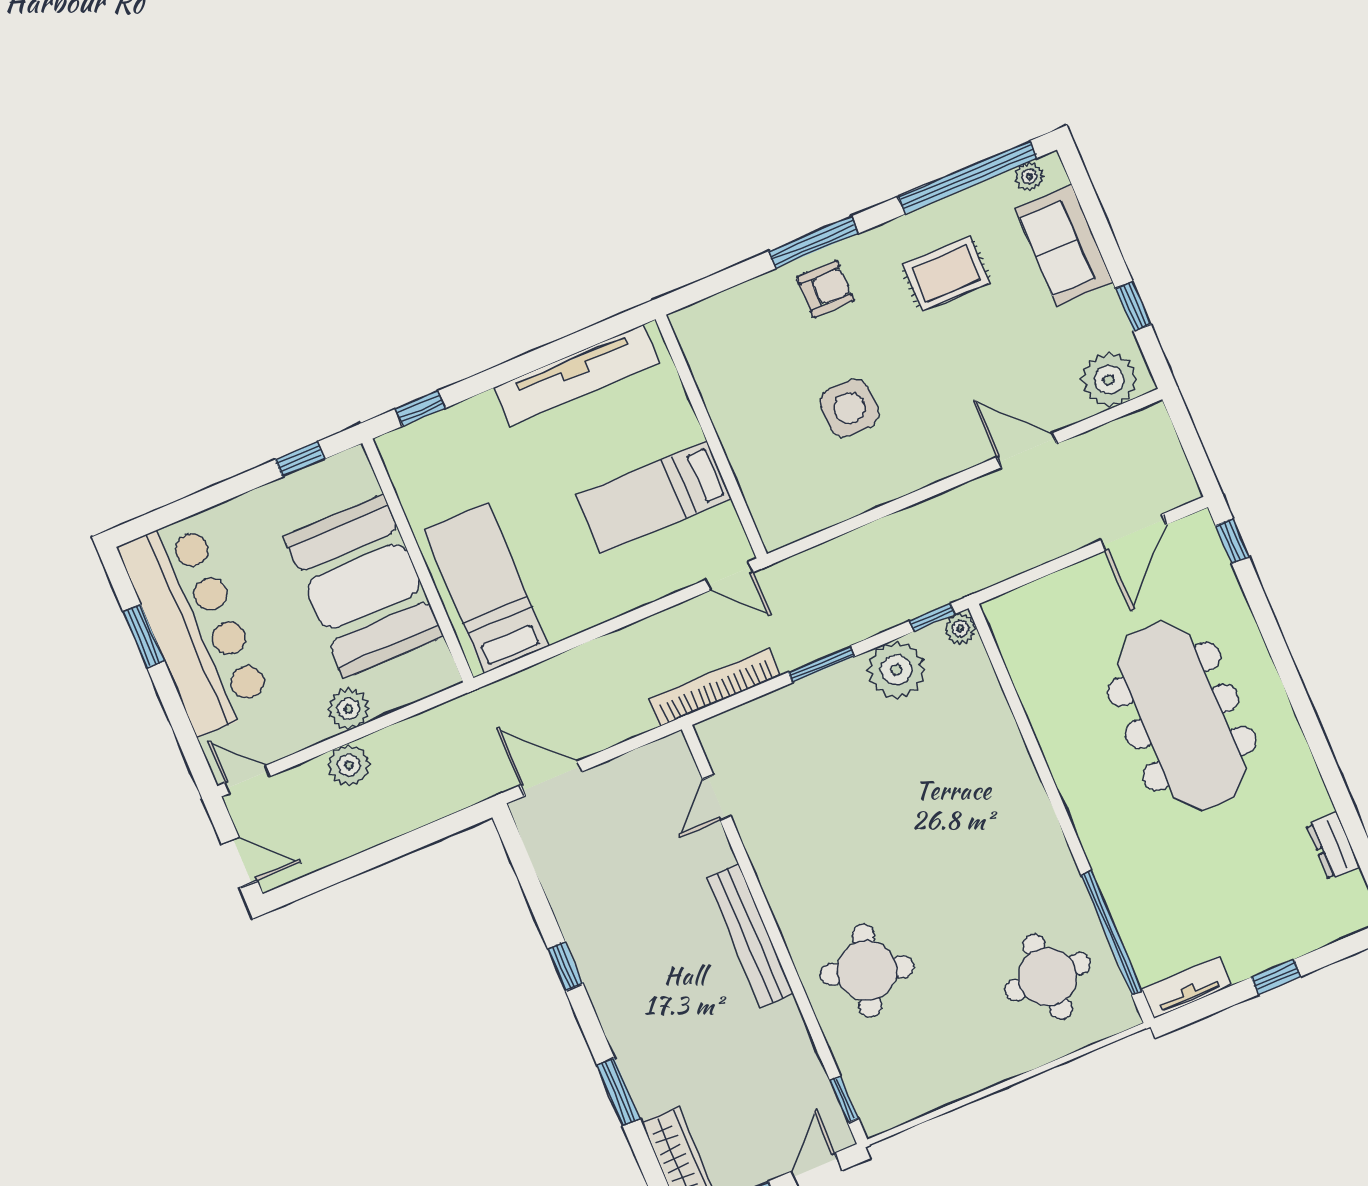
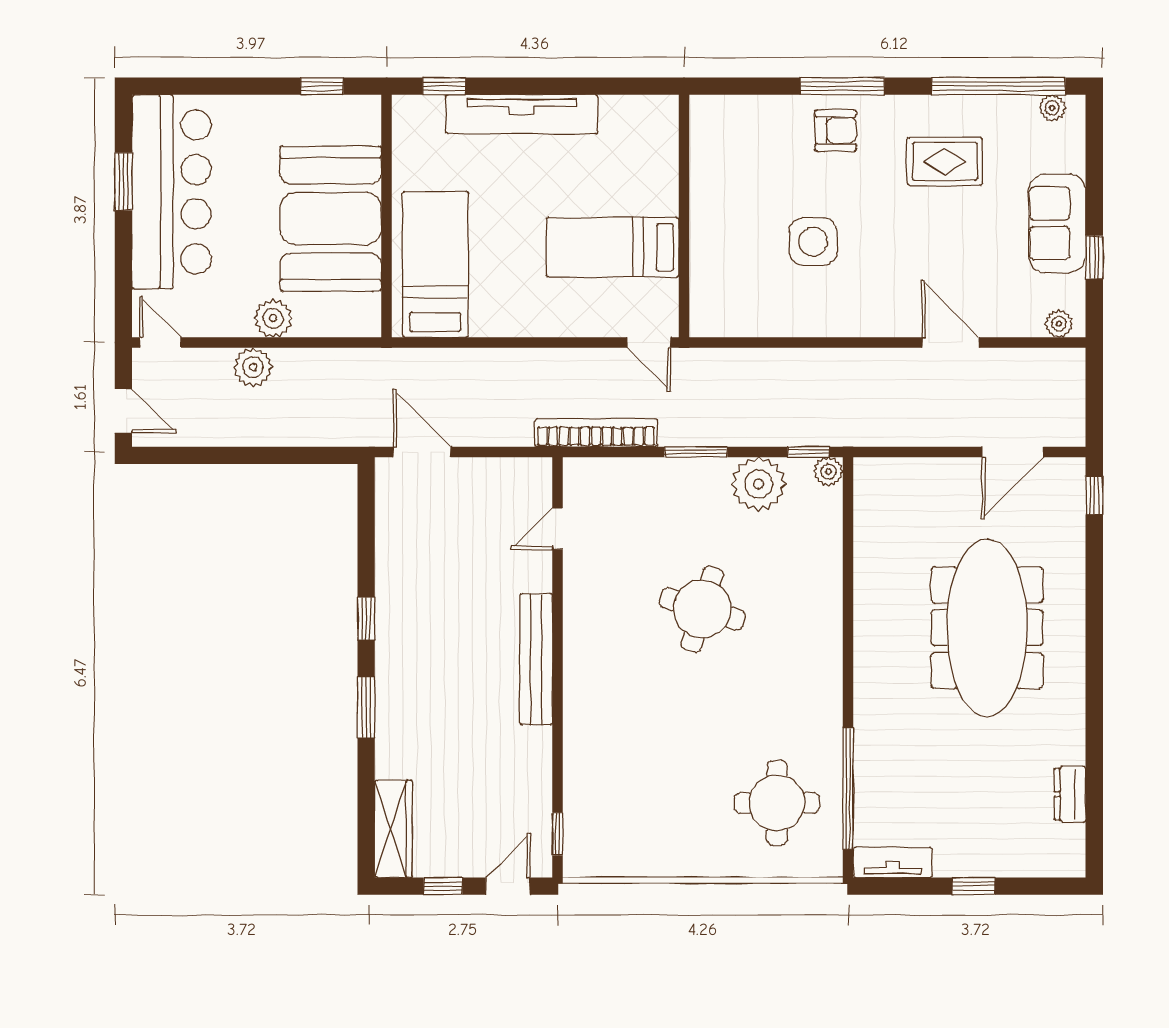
sofa: (1064, 245) -> (1057, 223), moved
tv unit: (577, 375) -> (522, 114), moved
plant: (1109, 380) -> (1059, 324), width x0.53, depth x0.53
round table: (867, 971) -> (702, 609), moved
window: (619, 1092) -> (366, 707), moved

